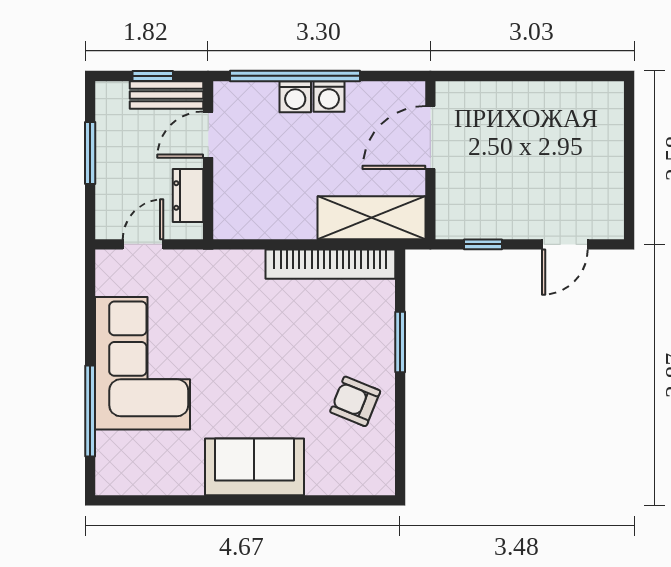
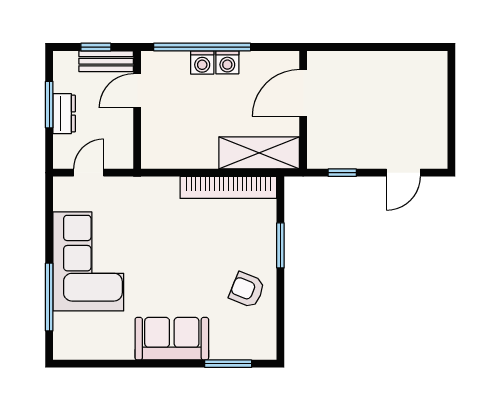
dresser: (188, 195) -> (64, 114), moved, turned 180
window: (330, 500) -> (228, 364), added

